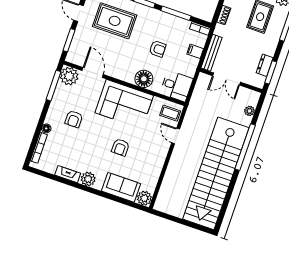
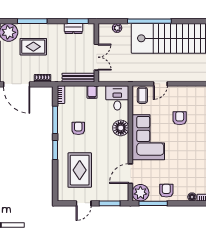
armchair: (158, 49) -> (78, 128), moved
filing cabinet: (195, 51) -> (92, 92), moved
armchair: (74, 119) -> (166, 191), moved, turned -90
armchair: (120, 147) -> (180, 118), moved, turned -91

